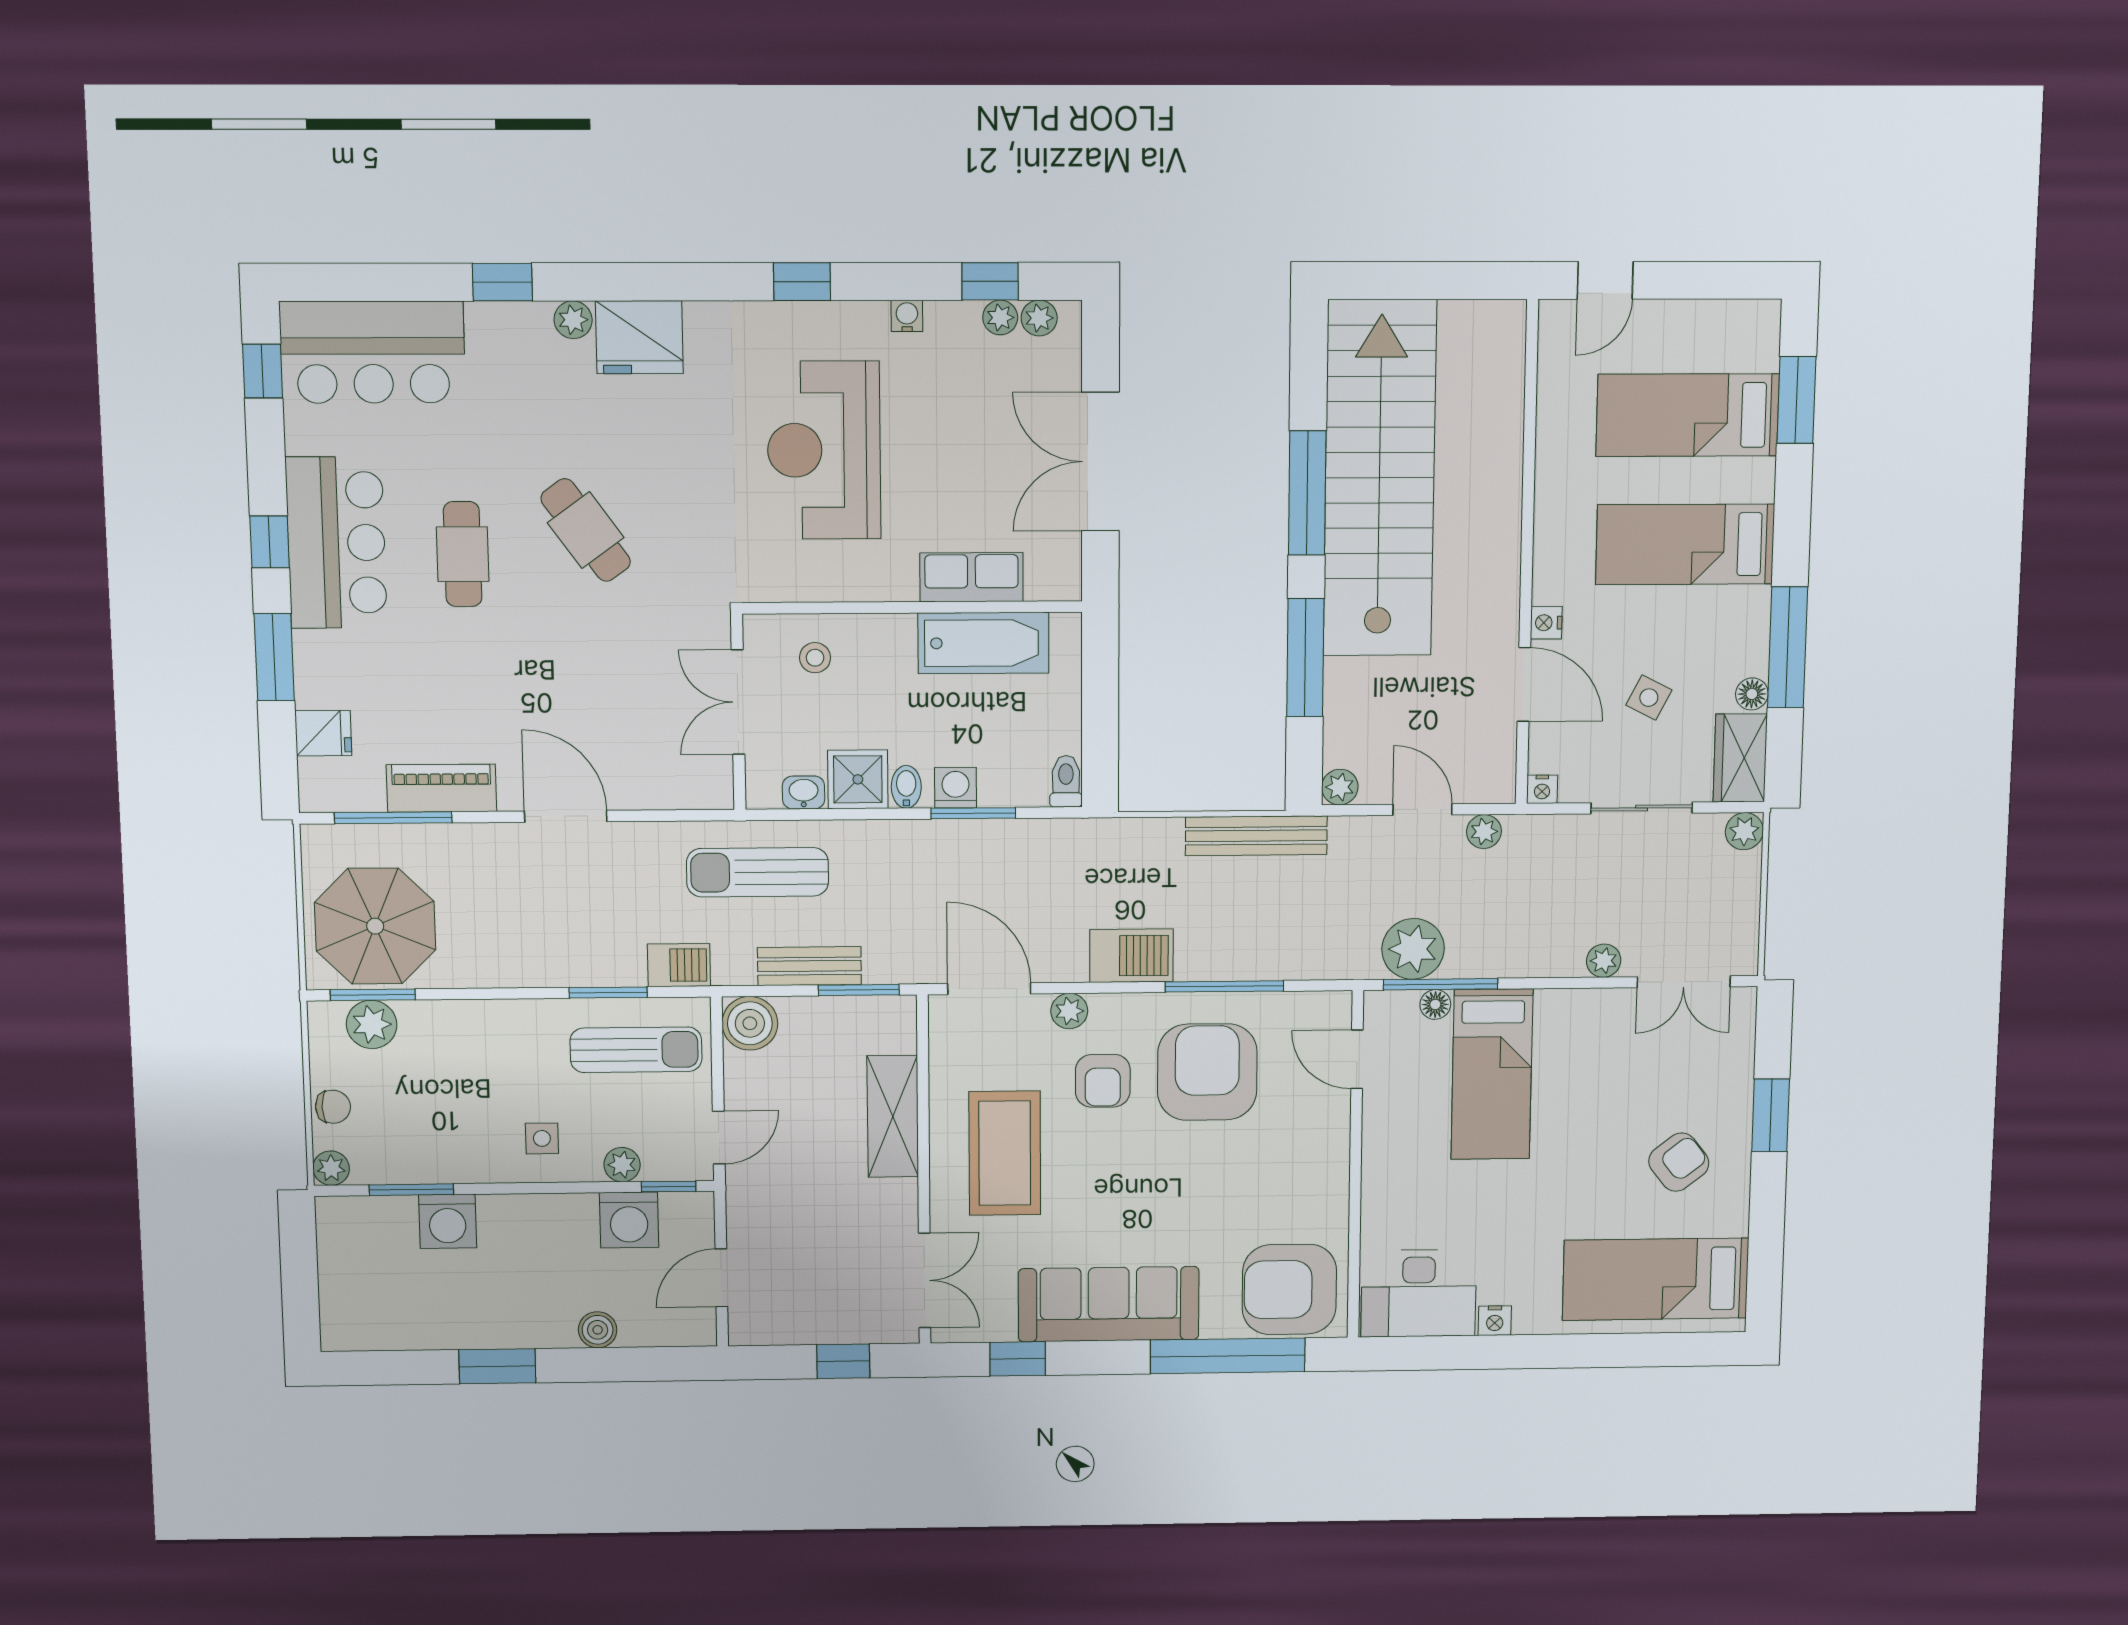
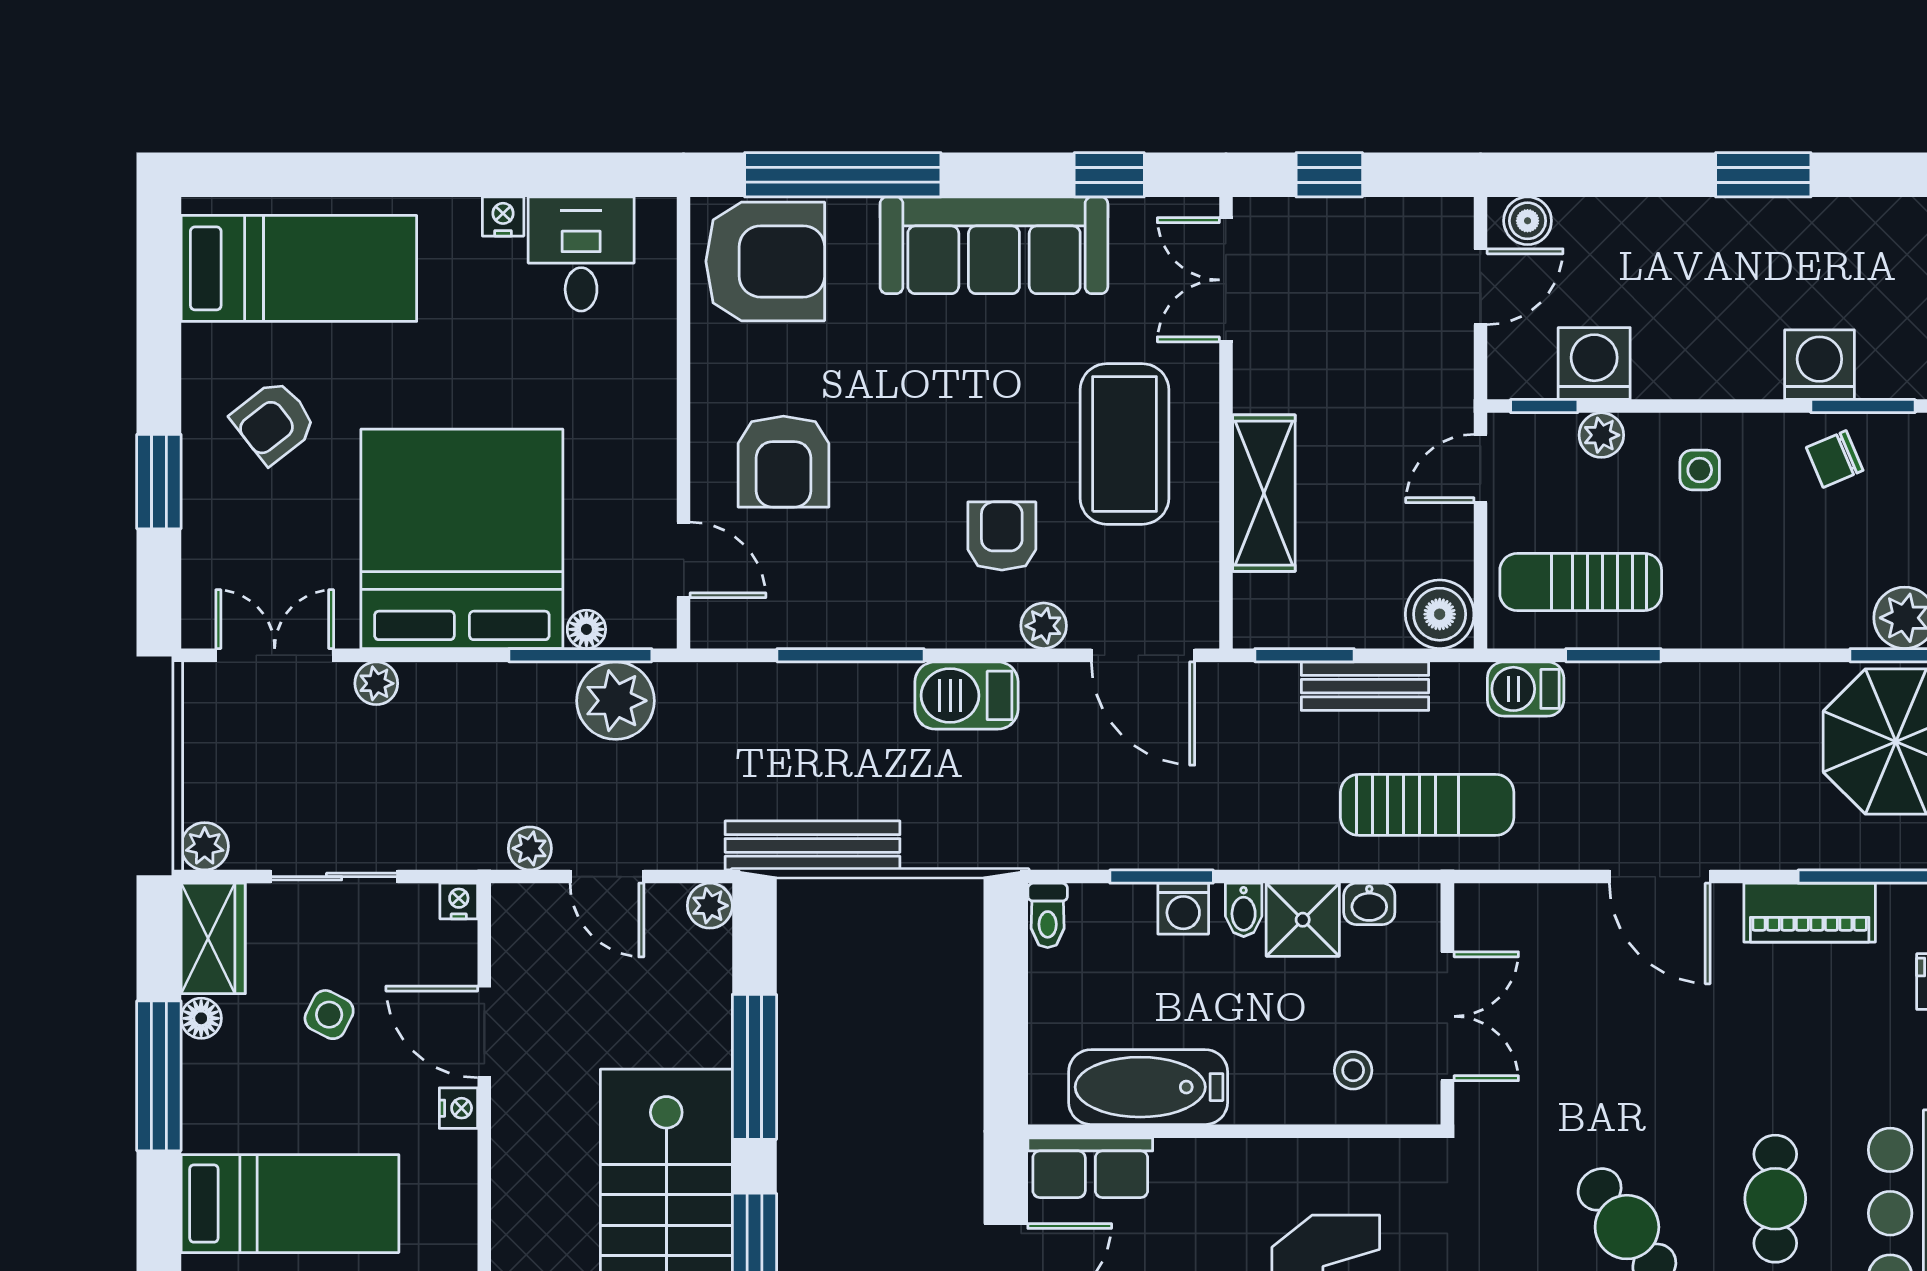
row of seats: (971, 577) -> (1090, 1168), moved
armchair: (1207, 1072) -> (783, 462), moved, width x0.73, depth x0.73
bed: (1492, 1074) -> (462, 539), width x2.04
chair: (433, 1148) -> (1835, 459), added
desk: (1419, 1293) -> (581, 254), width x0.73
boiler: (598, 1330) -> (1528, 221), moved

